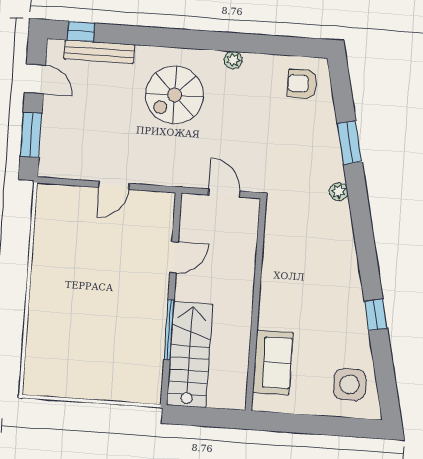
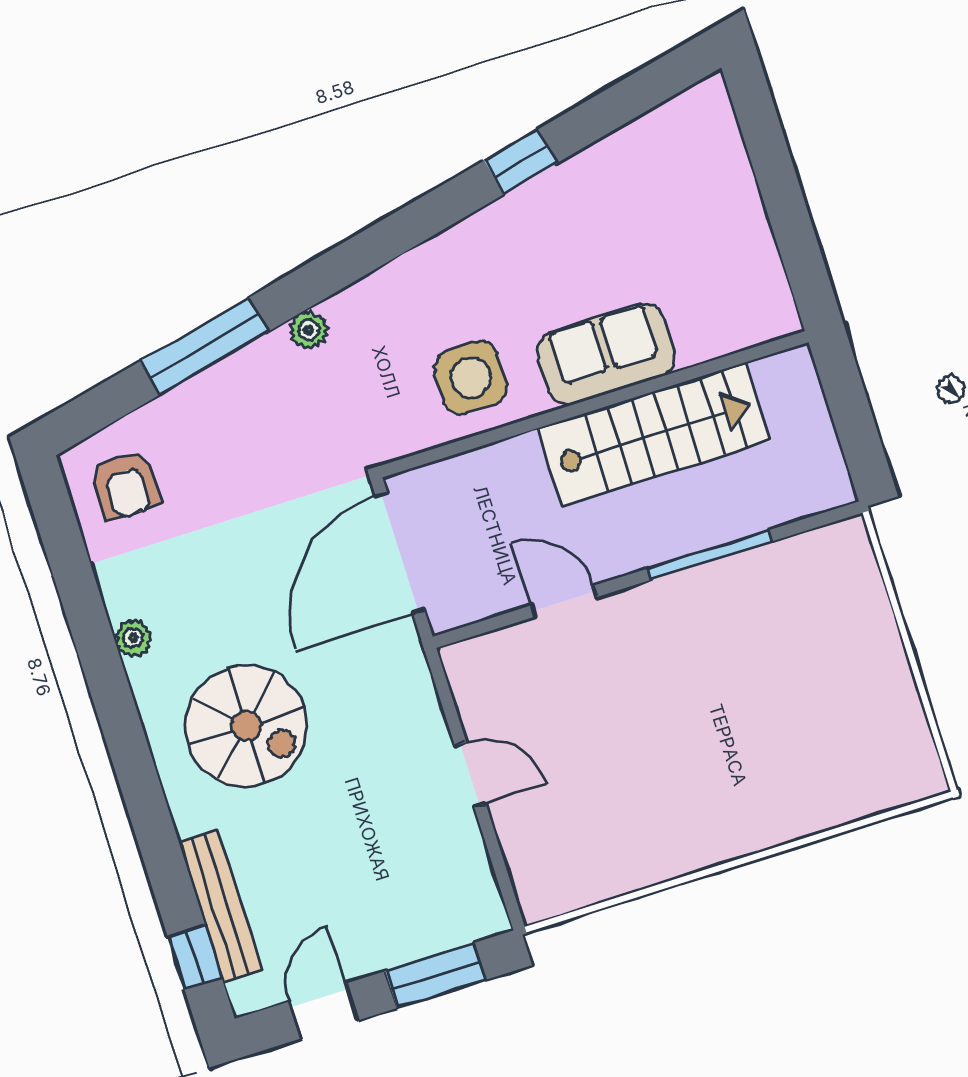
window: (350, 143) -> (204, 346), width x1.44
door: (224, 193) -> (400, 553), width x1.87
stairs: (190, 354) -> (654, 434), moved, turned 180
sofa: (273, 362) -> (606, 354), moved
side table: (350, 384) -> (471, 378), moved

